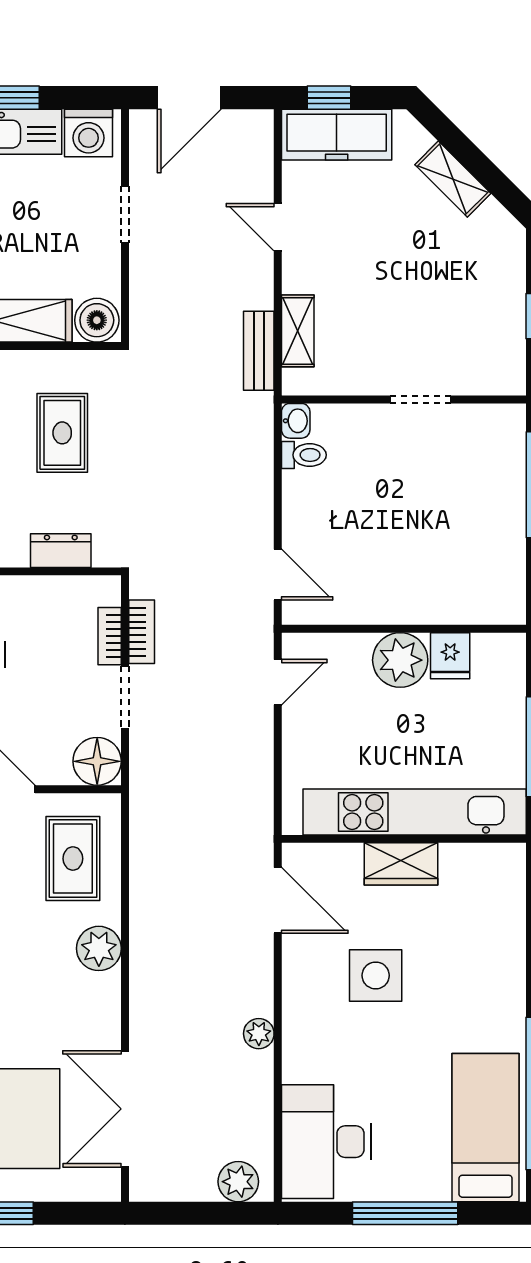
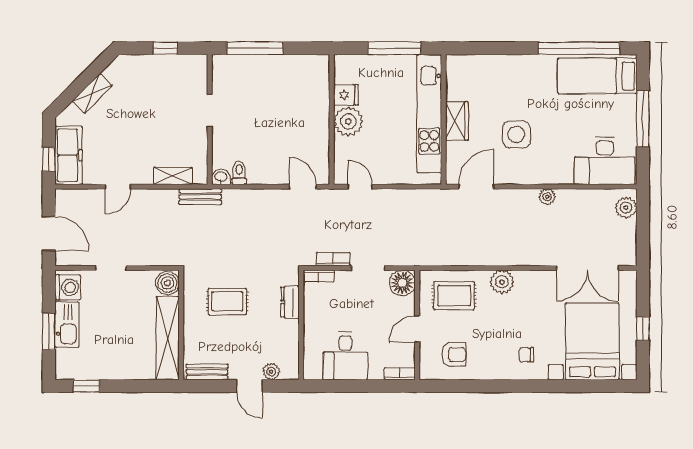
bench: (259, 351) -> (200, 197), moved
door: (278, 575) -> (303, 187), hinge flipped
bookcase: (110, 636) -> (318, 276), moved

